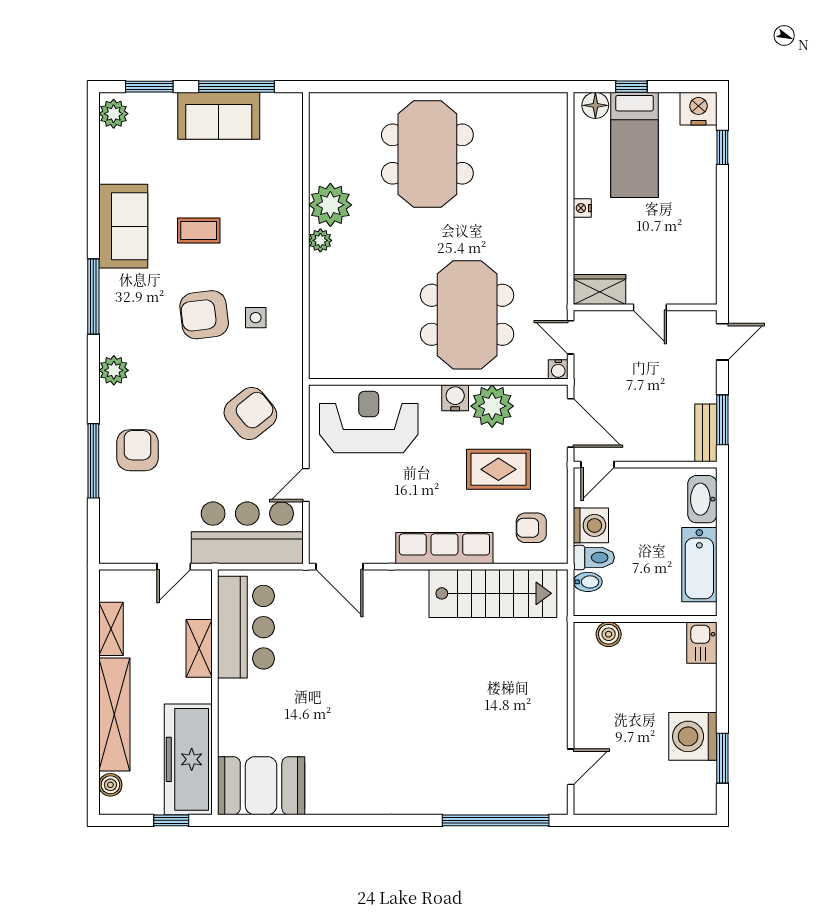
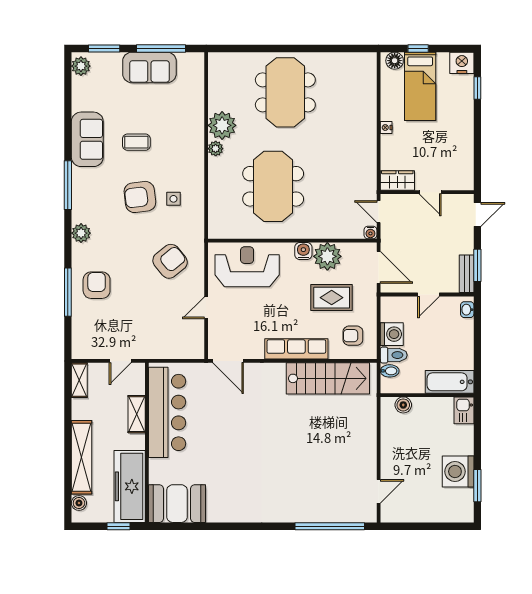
meeting table: (467, 315) -> (273, 186), moved
door: (597, 465) -> (429, 294), moved
washbasin: (702, 499) -> (467, 310), width x0.52, depth x0.69
bar counter: (247, 533) -> (168, 339), removed
bathtub: (699, 565) -> (450, 382), moved, turned 90
bar counter: (246, 627) -> (167, 412), width x1.36
shelving: (111, 629) -> (79, 380), moved

